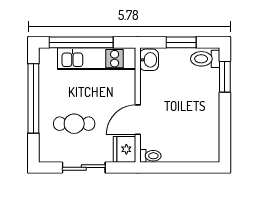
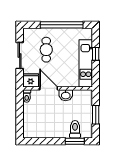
window: (81, 42) -> (96, 54), width x0.32
toilet: (205, 59) -> (75, 129), moved
washbasin: (149, 60) -> (66, 95), moved

